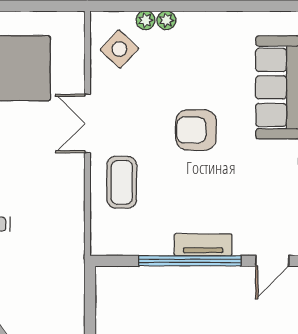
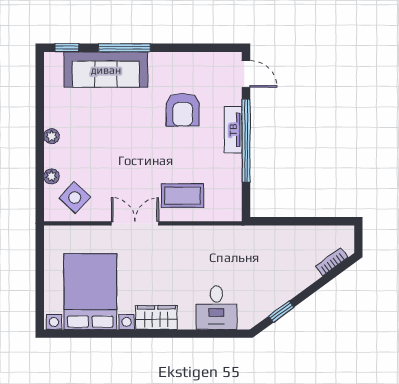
plant: (166, 20) -> (51, 136), moved
double door: (87, 124) -> (135, 223), swing flipped
armchair: (196, 130) -> (183, 110), moved

